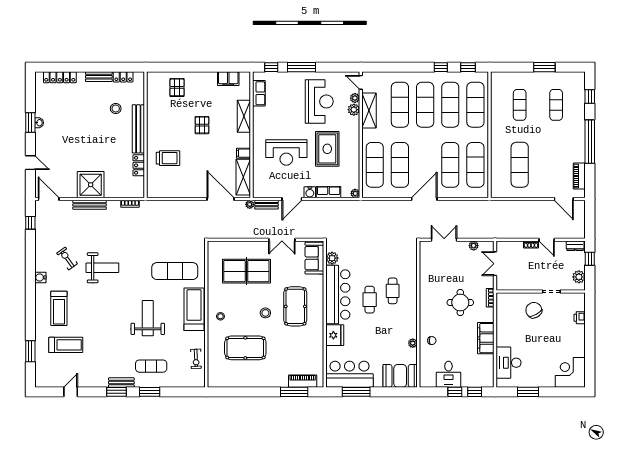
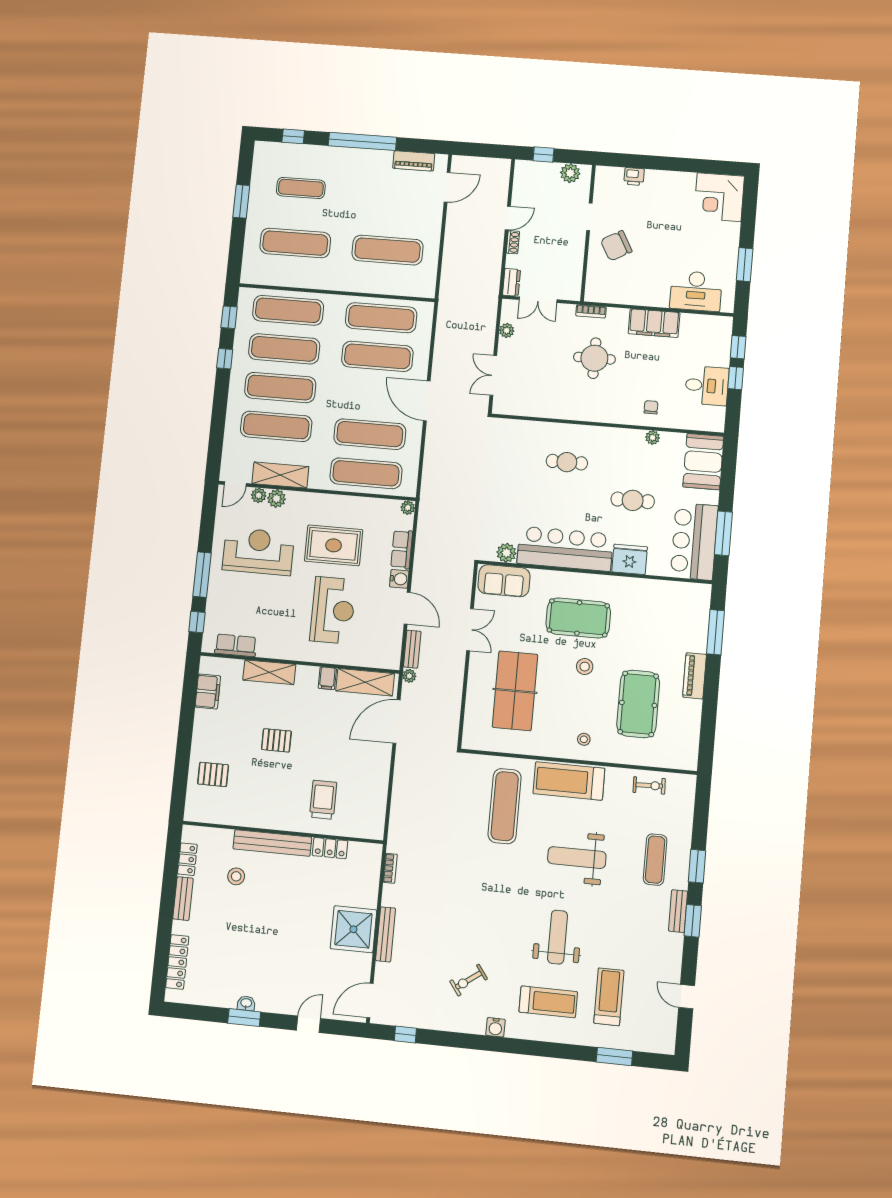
exercise mat: (520, 105) -> (295, 243), width x1.36, depth x1.45
dresser: (575, 246) -> (511, 282), moved
weight bench: (102, 268) -> (558, 937), moved
cafe table: (370, 300) -> (633, 500), moved
piano: (303, 381) -> (695, 676), moved

